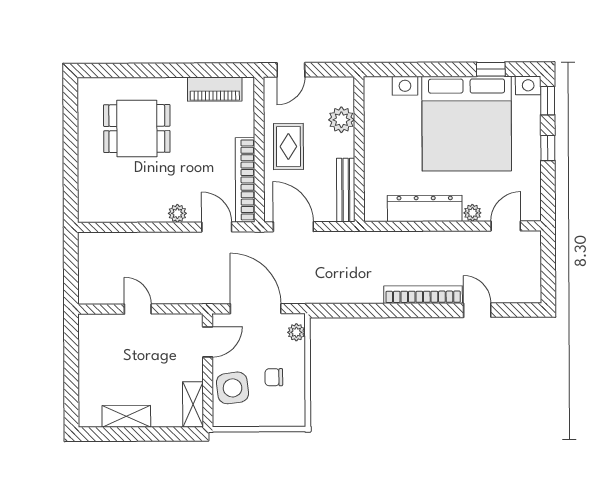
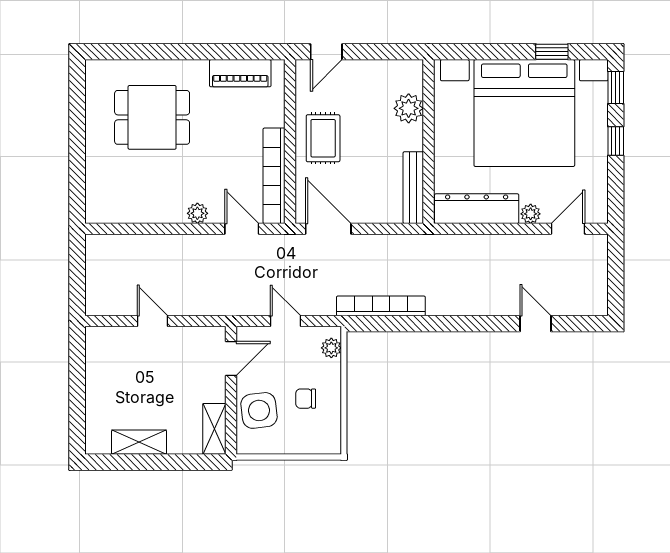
plant: (341, 120) -> (409, 108), moved
wall: (359, 149) -> (428, 142), moved
bench: (346, 190) -> (413, 188), moved
bookcase: (423, 295) -> (381, 306), moved
door: (256, 309) -> (286, 321), width x0.53

